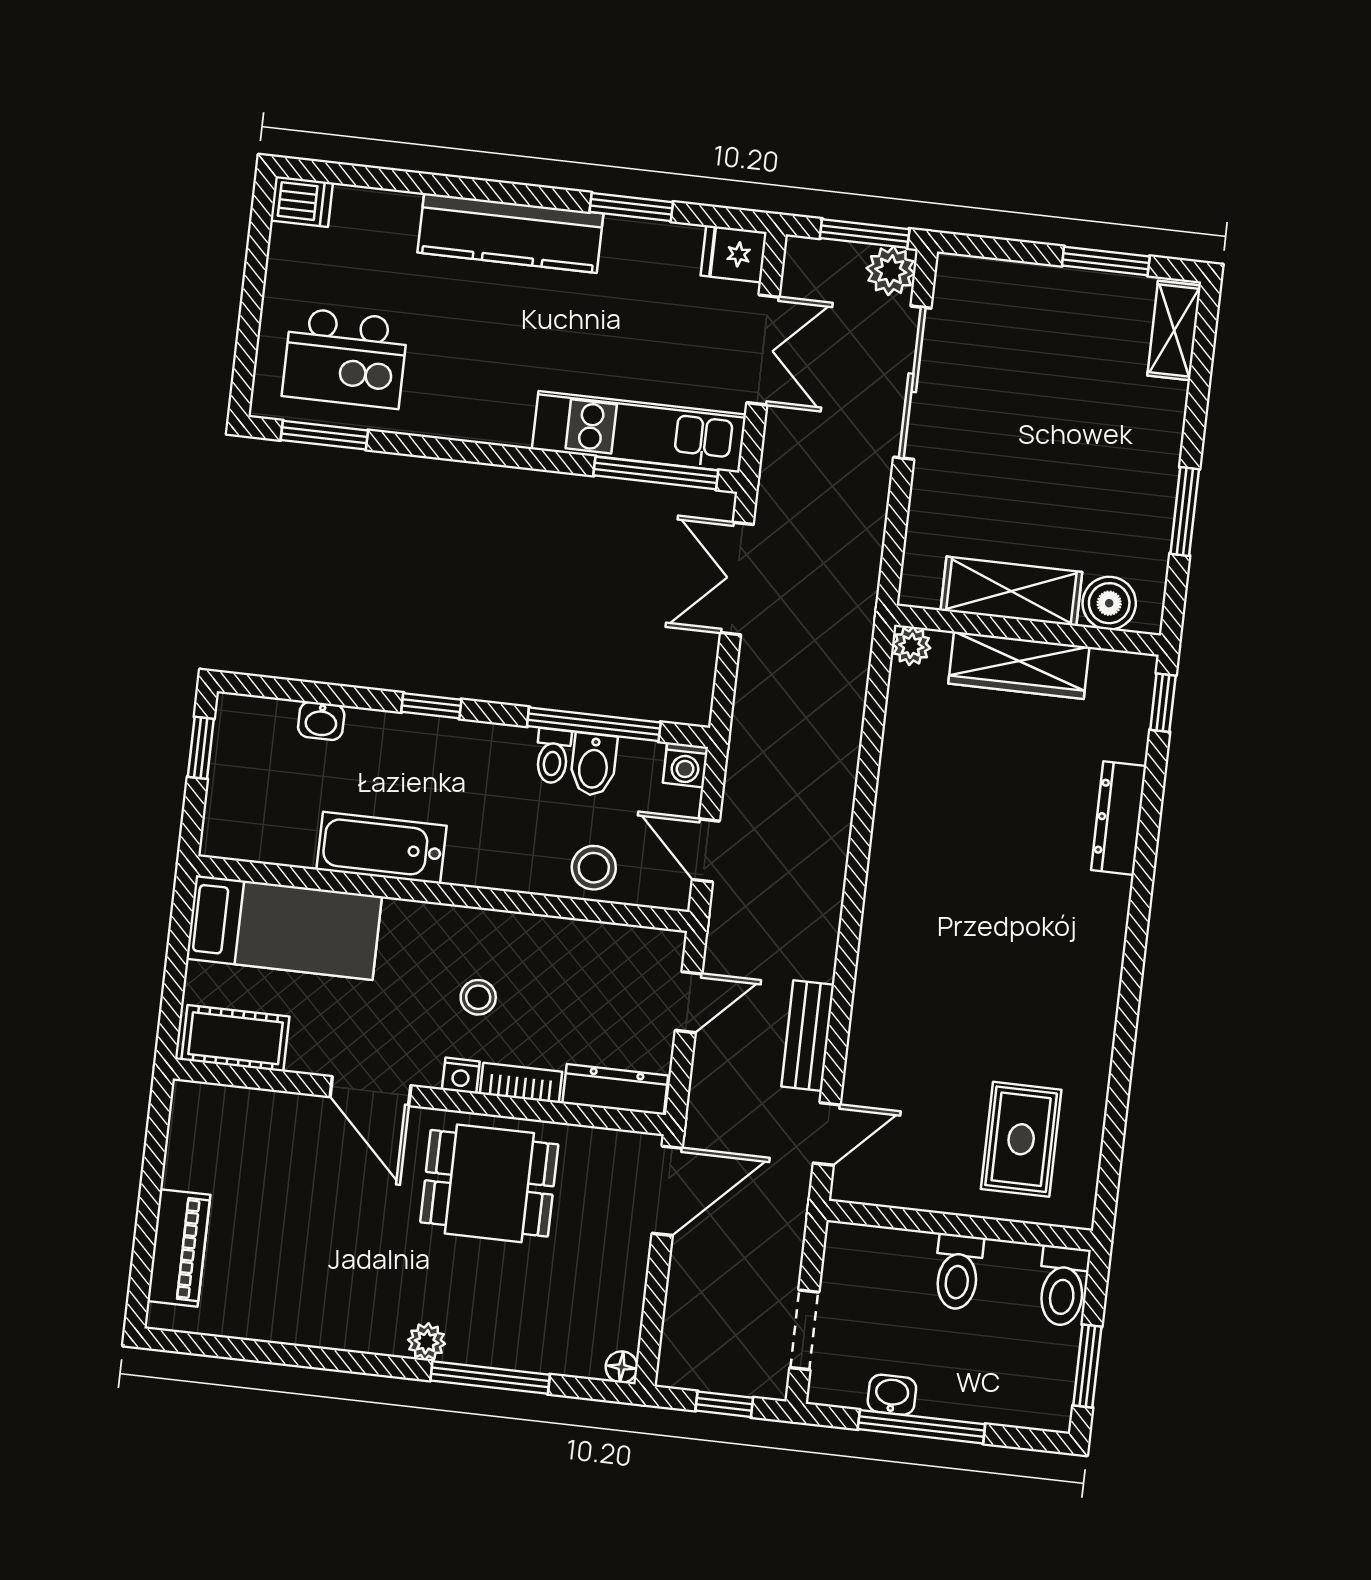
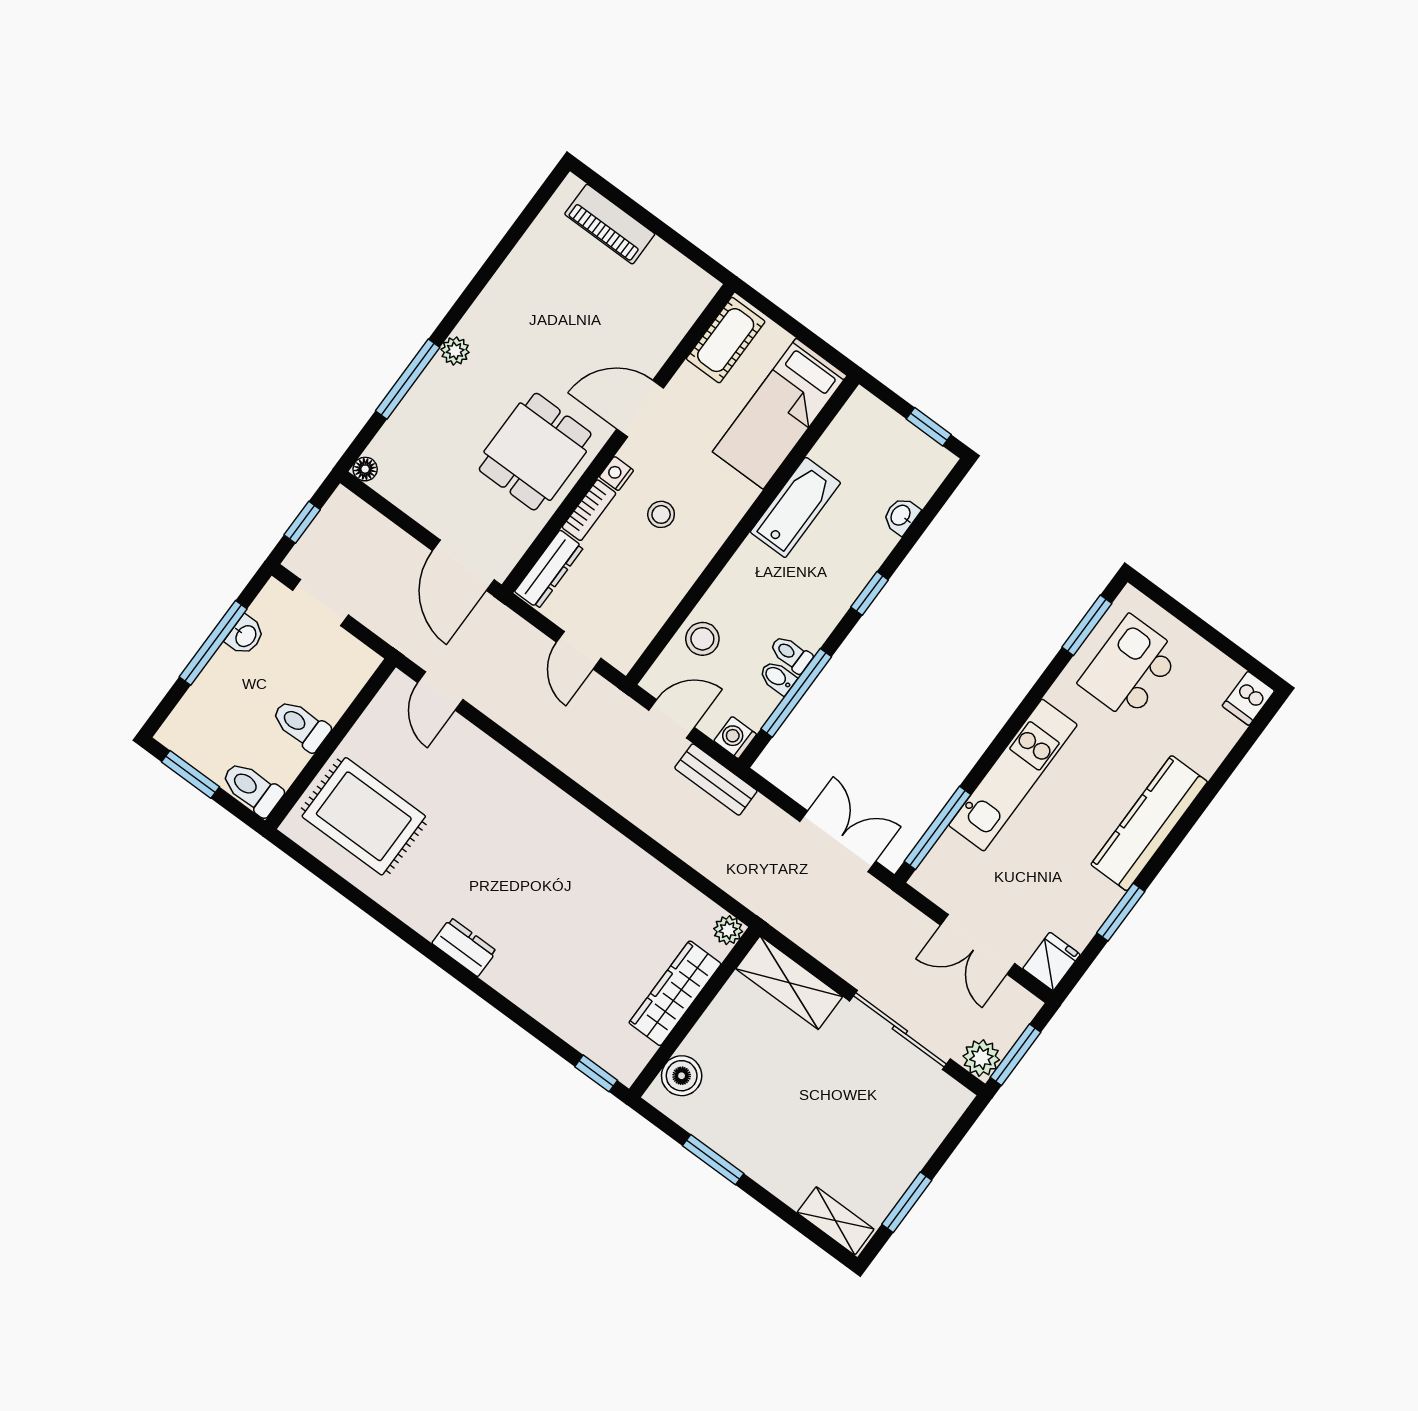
kitchen unit: (639, 432) -> (1013, 775), moved
shelving: (1011, 591) -> (789, 983), moved, turned 90
bidet: (593, 765) -> (778, 677), width x0.72, depth x0.74
dresser: (1119, 818) -> (464, 947), moved, width x0.70
bench: (808, 1036) -> (716, 780), moved
rug: (1021, 1139) -> (364, 816), width x1.36, depth x1.43

